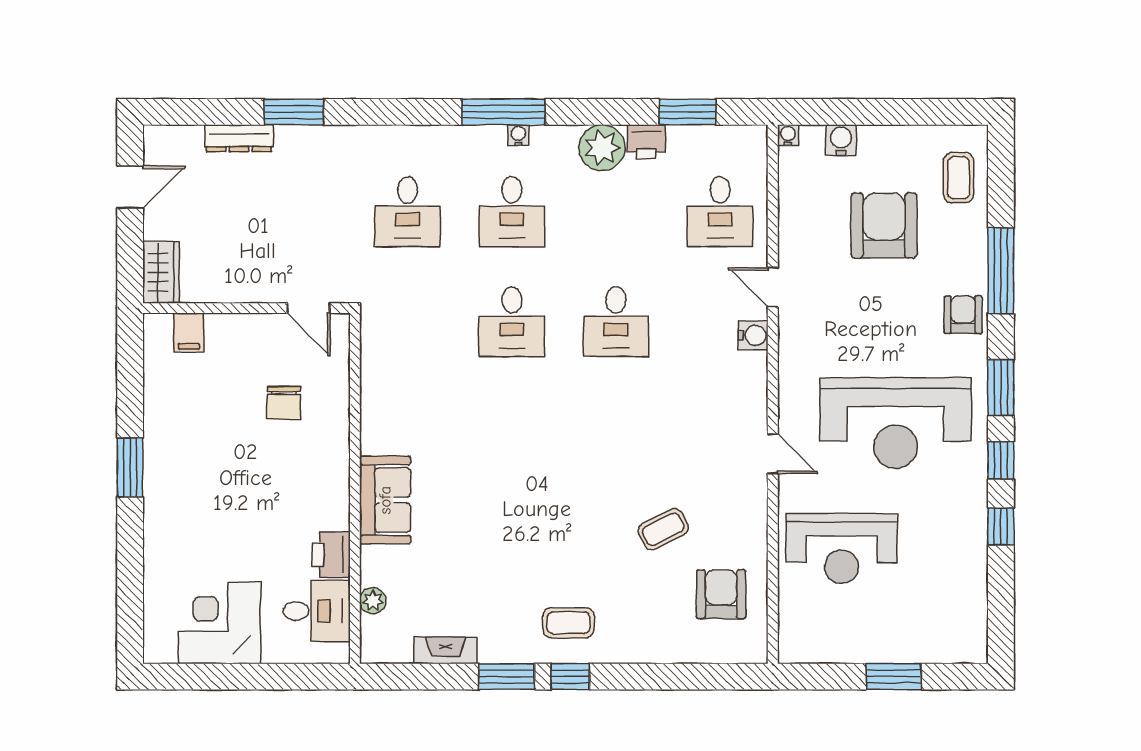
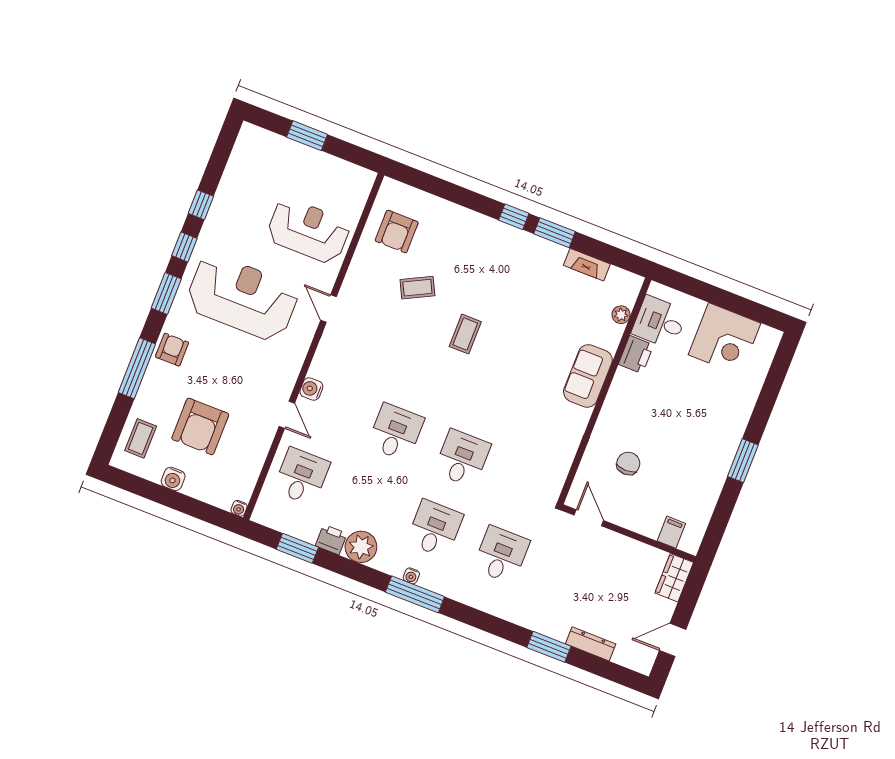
water cooler: (841, 140) -> (173, 479), moved
armchair: (963, 315) -> (172, 350), turned 180
coffee table: (568, 623) -> (465, 334), moved, turned 90

